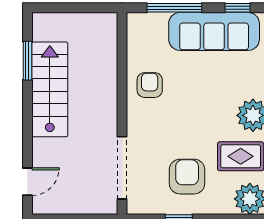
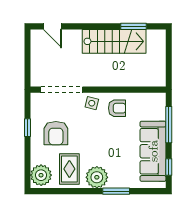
side table: (142, 123) -> (92, 103), added
armchair: (187, 177) -> (56, 133), turned 90

